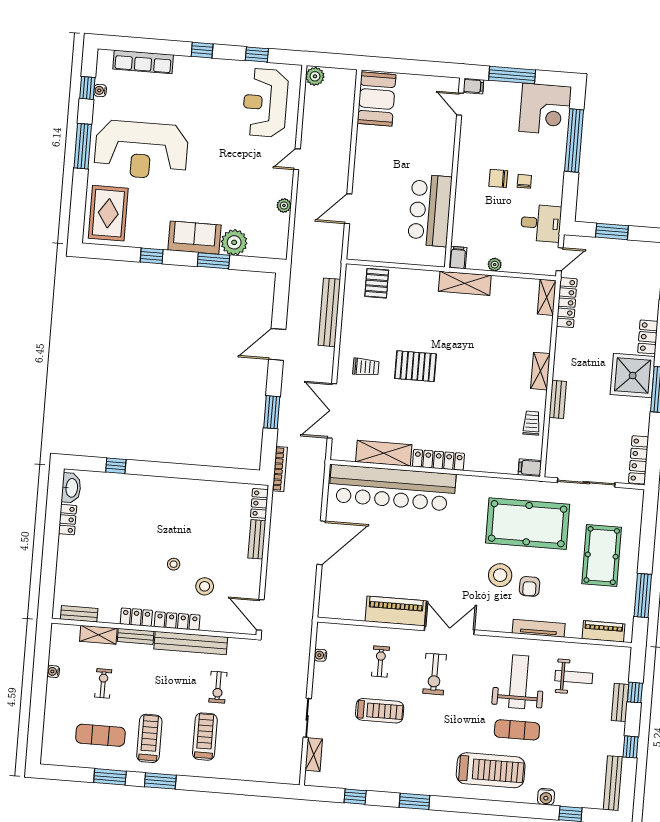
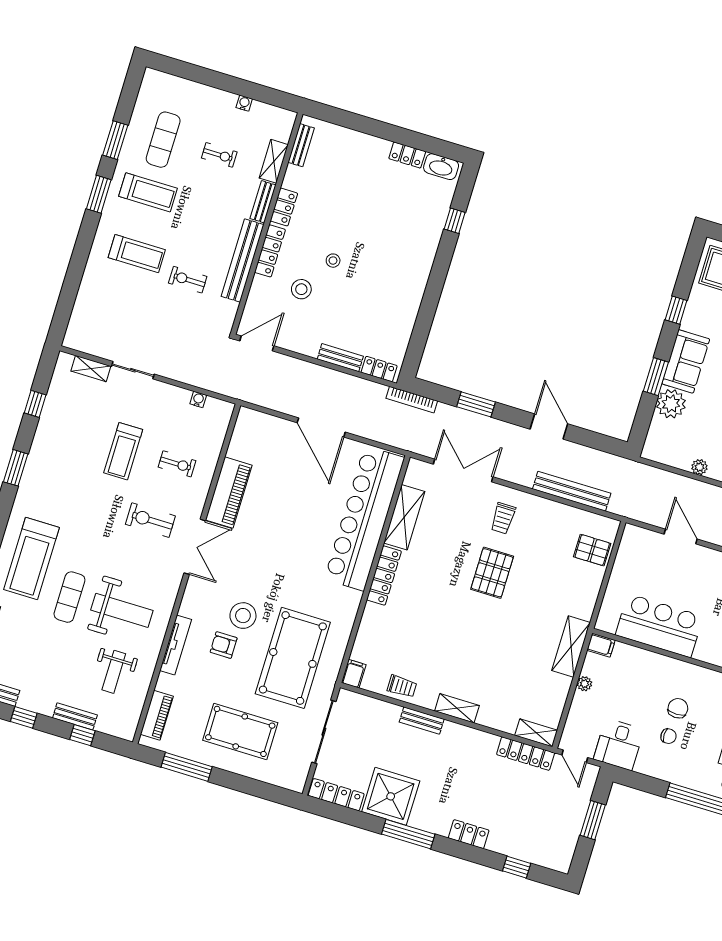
shower: (633, 376) -> (391, 796), moved

